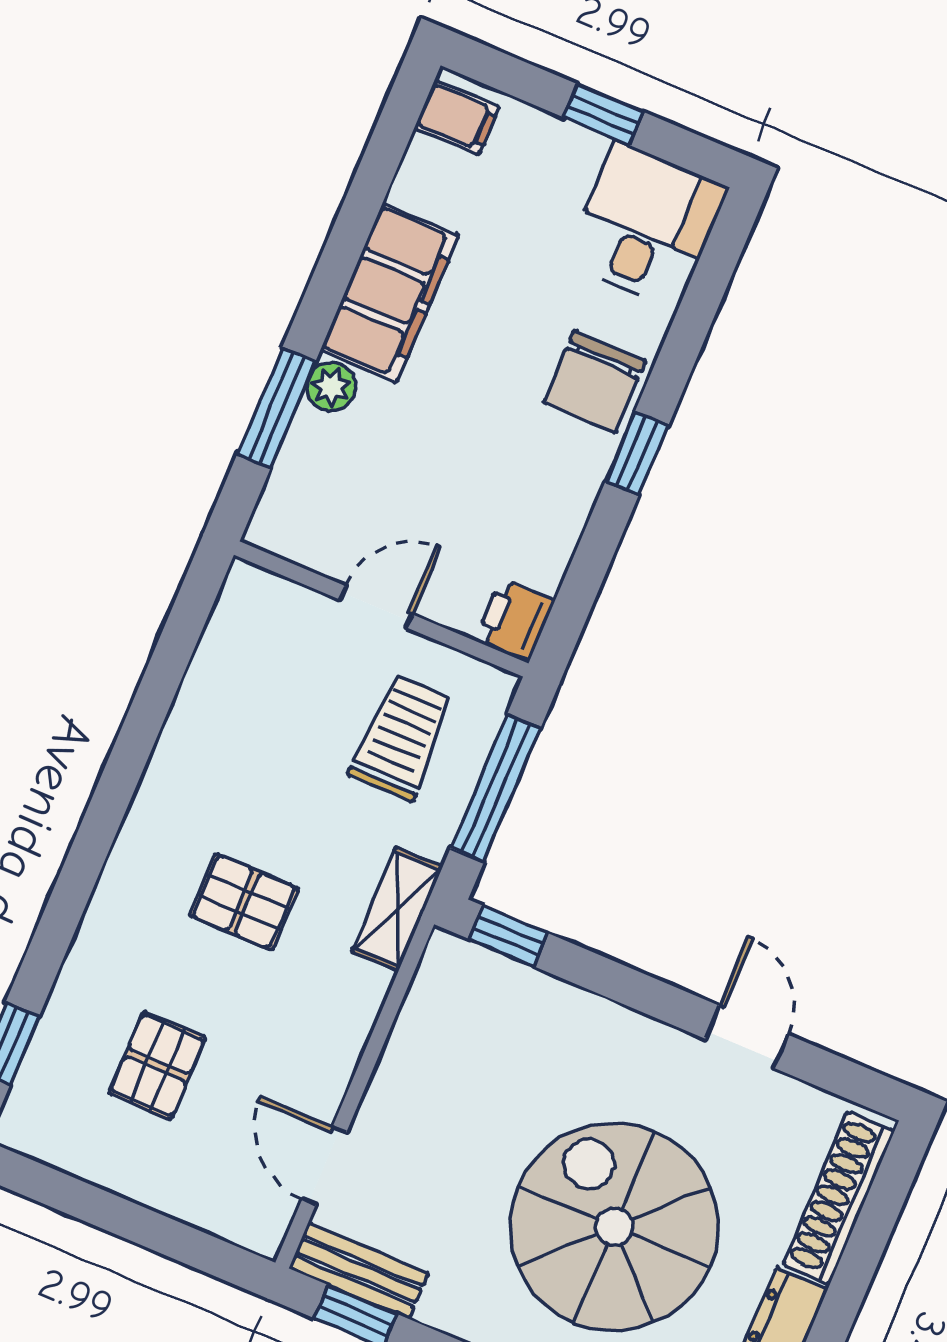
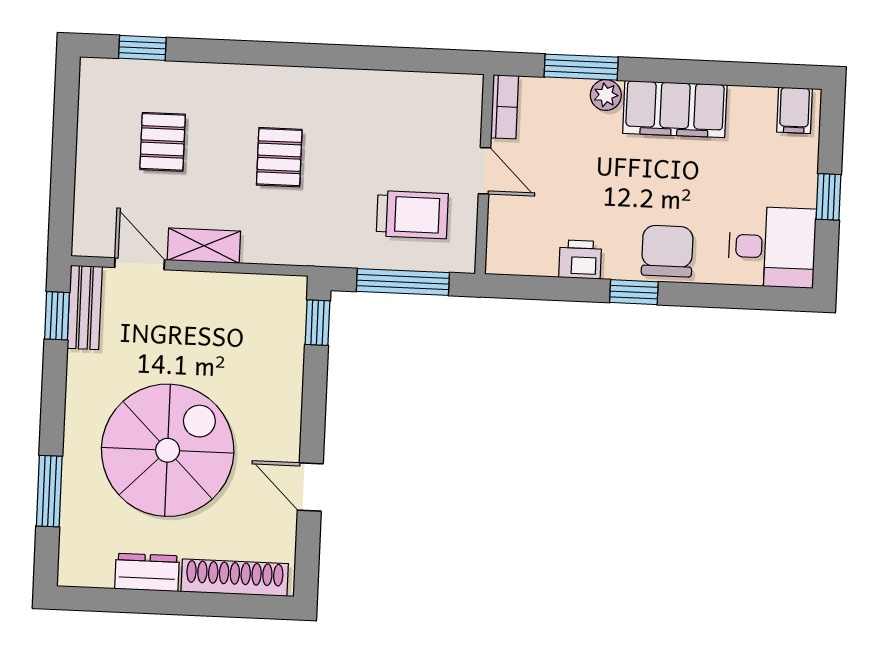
chair: (595, 382) -> (667, 251), turned 90
bookcase: (293, 542) -> (505, 107), added
printer: (515, 619) -> (580, 259), moved
shelving: (397, 909) -> (204, 246), moved
door: (747, 1037) -> (310, 487), swing flipped
pallet: (157, 1065) -> (163, 142), turned 90
door: (324, 1166) -> (140, 264), hinge flipped

